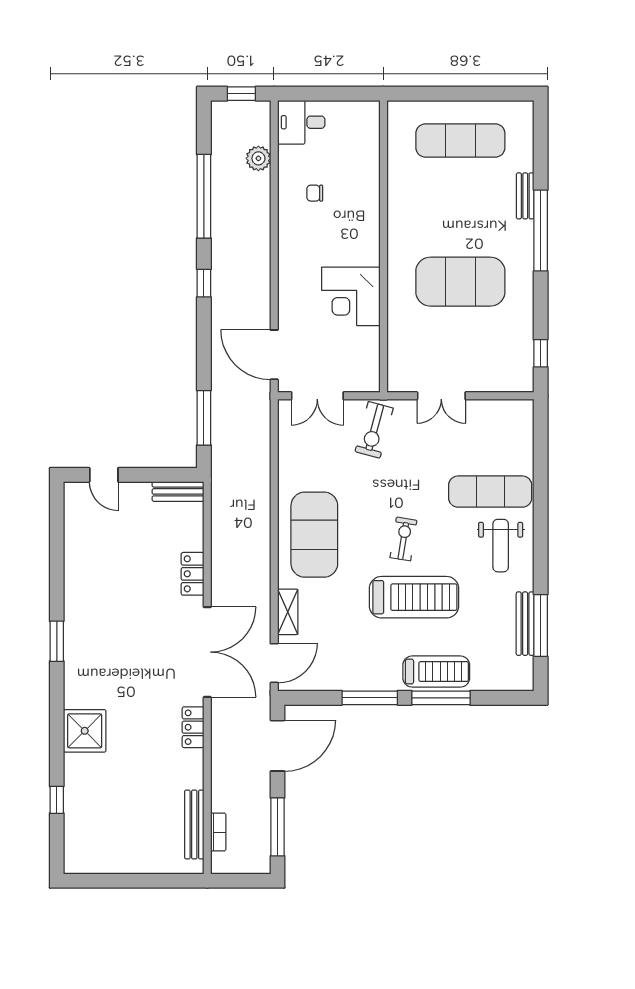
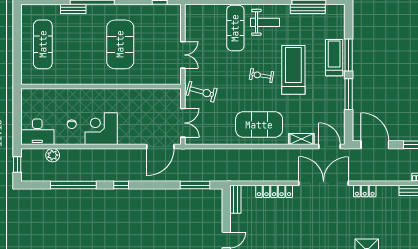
desk: (301, 122) -> (37, 132), width x1.37
corner desk: (351, 296) -> (101, 129), moved, turned 180
locker: (193, 574) -> (274, 191), width x1.53

